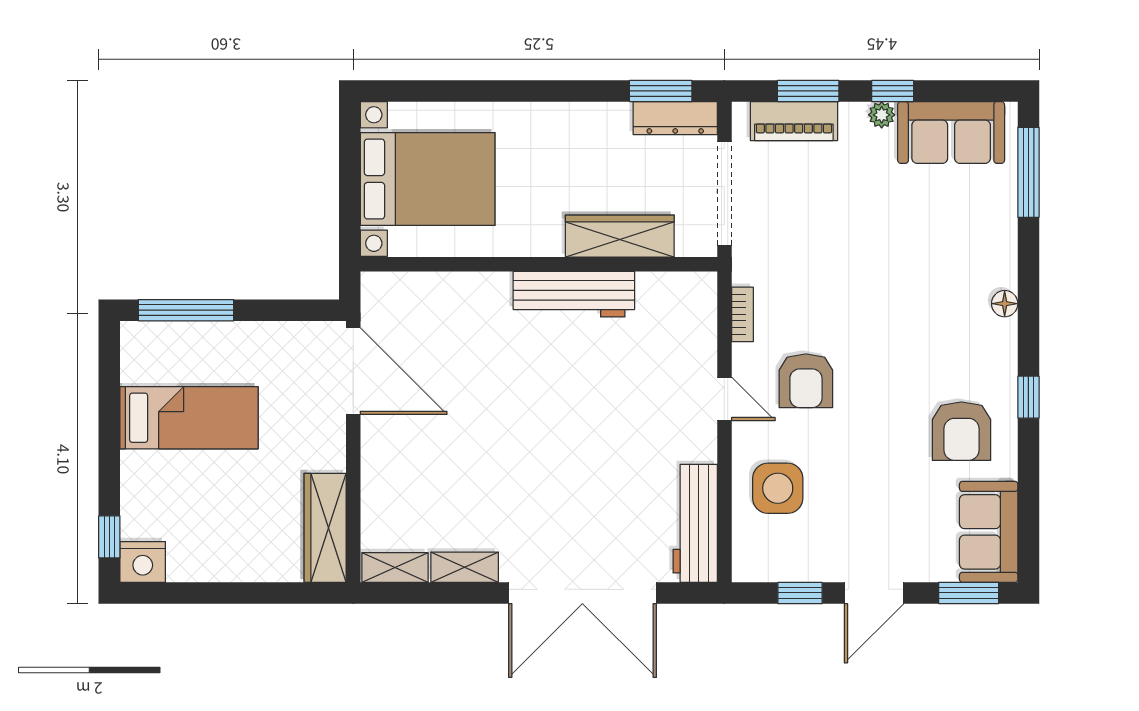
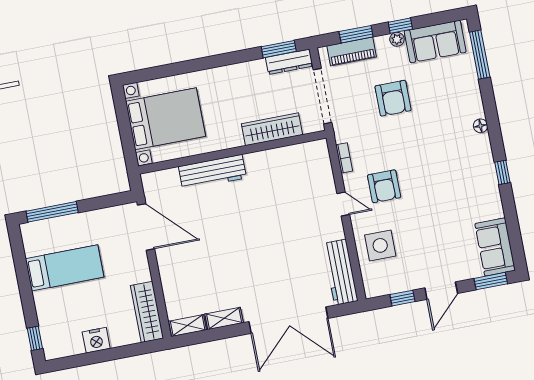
workbench: (574, 294) -> (212, 172), moved
armchair: (961, 431) -> (393, 98), moved
nightstand: (143, 562) -> (96, 340), moved

